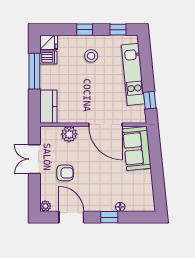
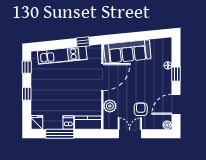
stool: (91, 56) -> (48, 89), removed
dishwasher: (48, 57) -> (68, 123), moved
sofa: (137, 148) -> (127, 51), width x1.36
double door: (34, 159) -> (130, 134), swing flipped

